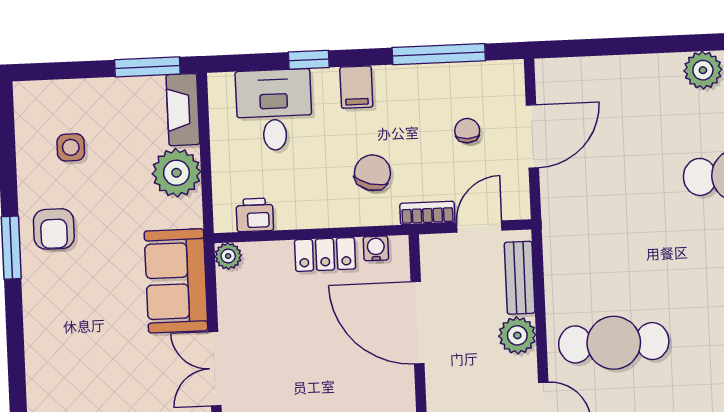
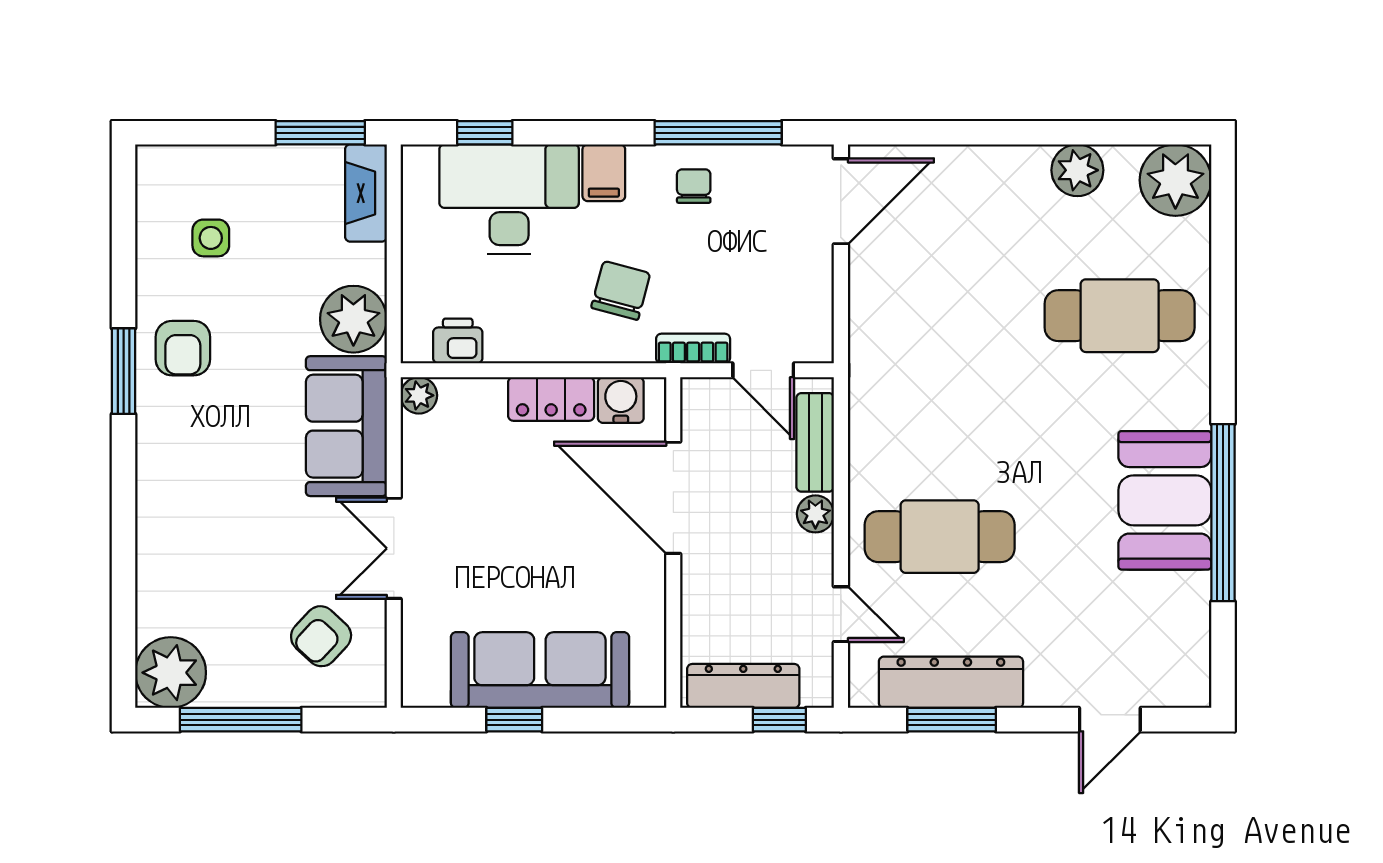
window: (309, 60) -> (485, 133), moved
desk: (274, 110) -> (509, 199), width x1.37
chair: (467, 131) -> (694, 186), moved
door: (532, 136) -> (841, 201), moved
plant: (176, 173) -> (353, 319), moved
door: (479, 227) -> (763, 370), swing flipped
water cooler: (376, 248) -> (621, 400), width x1.38, depth x1.38
plant: (517, 335) -> (815, 514), width x0.73, depth x0.73

